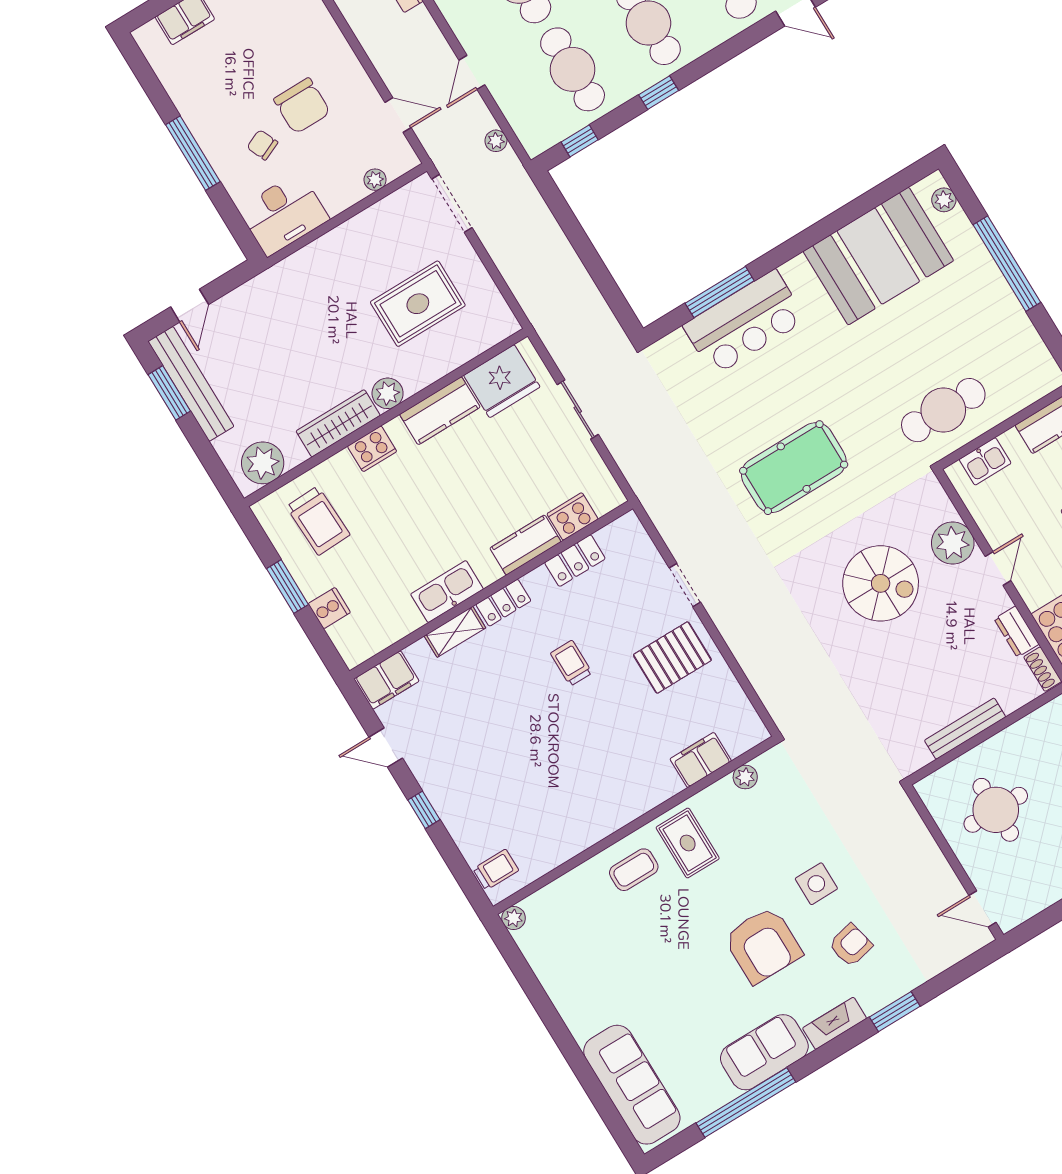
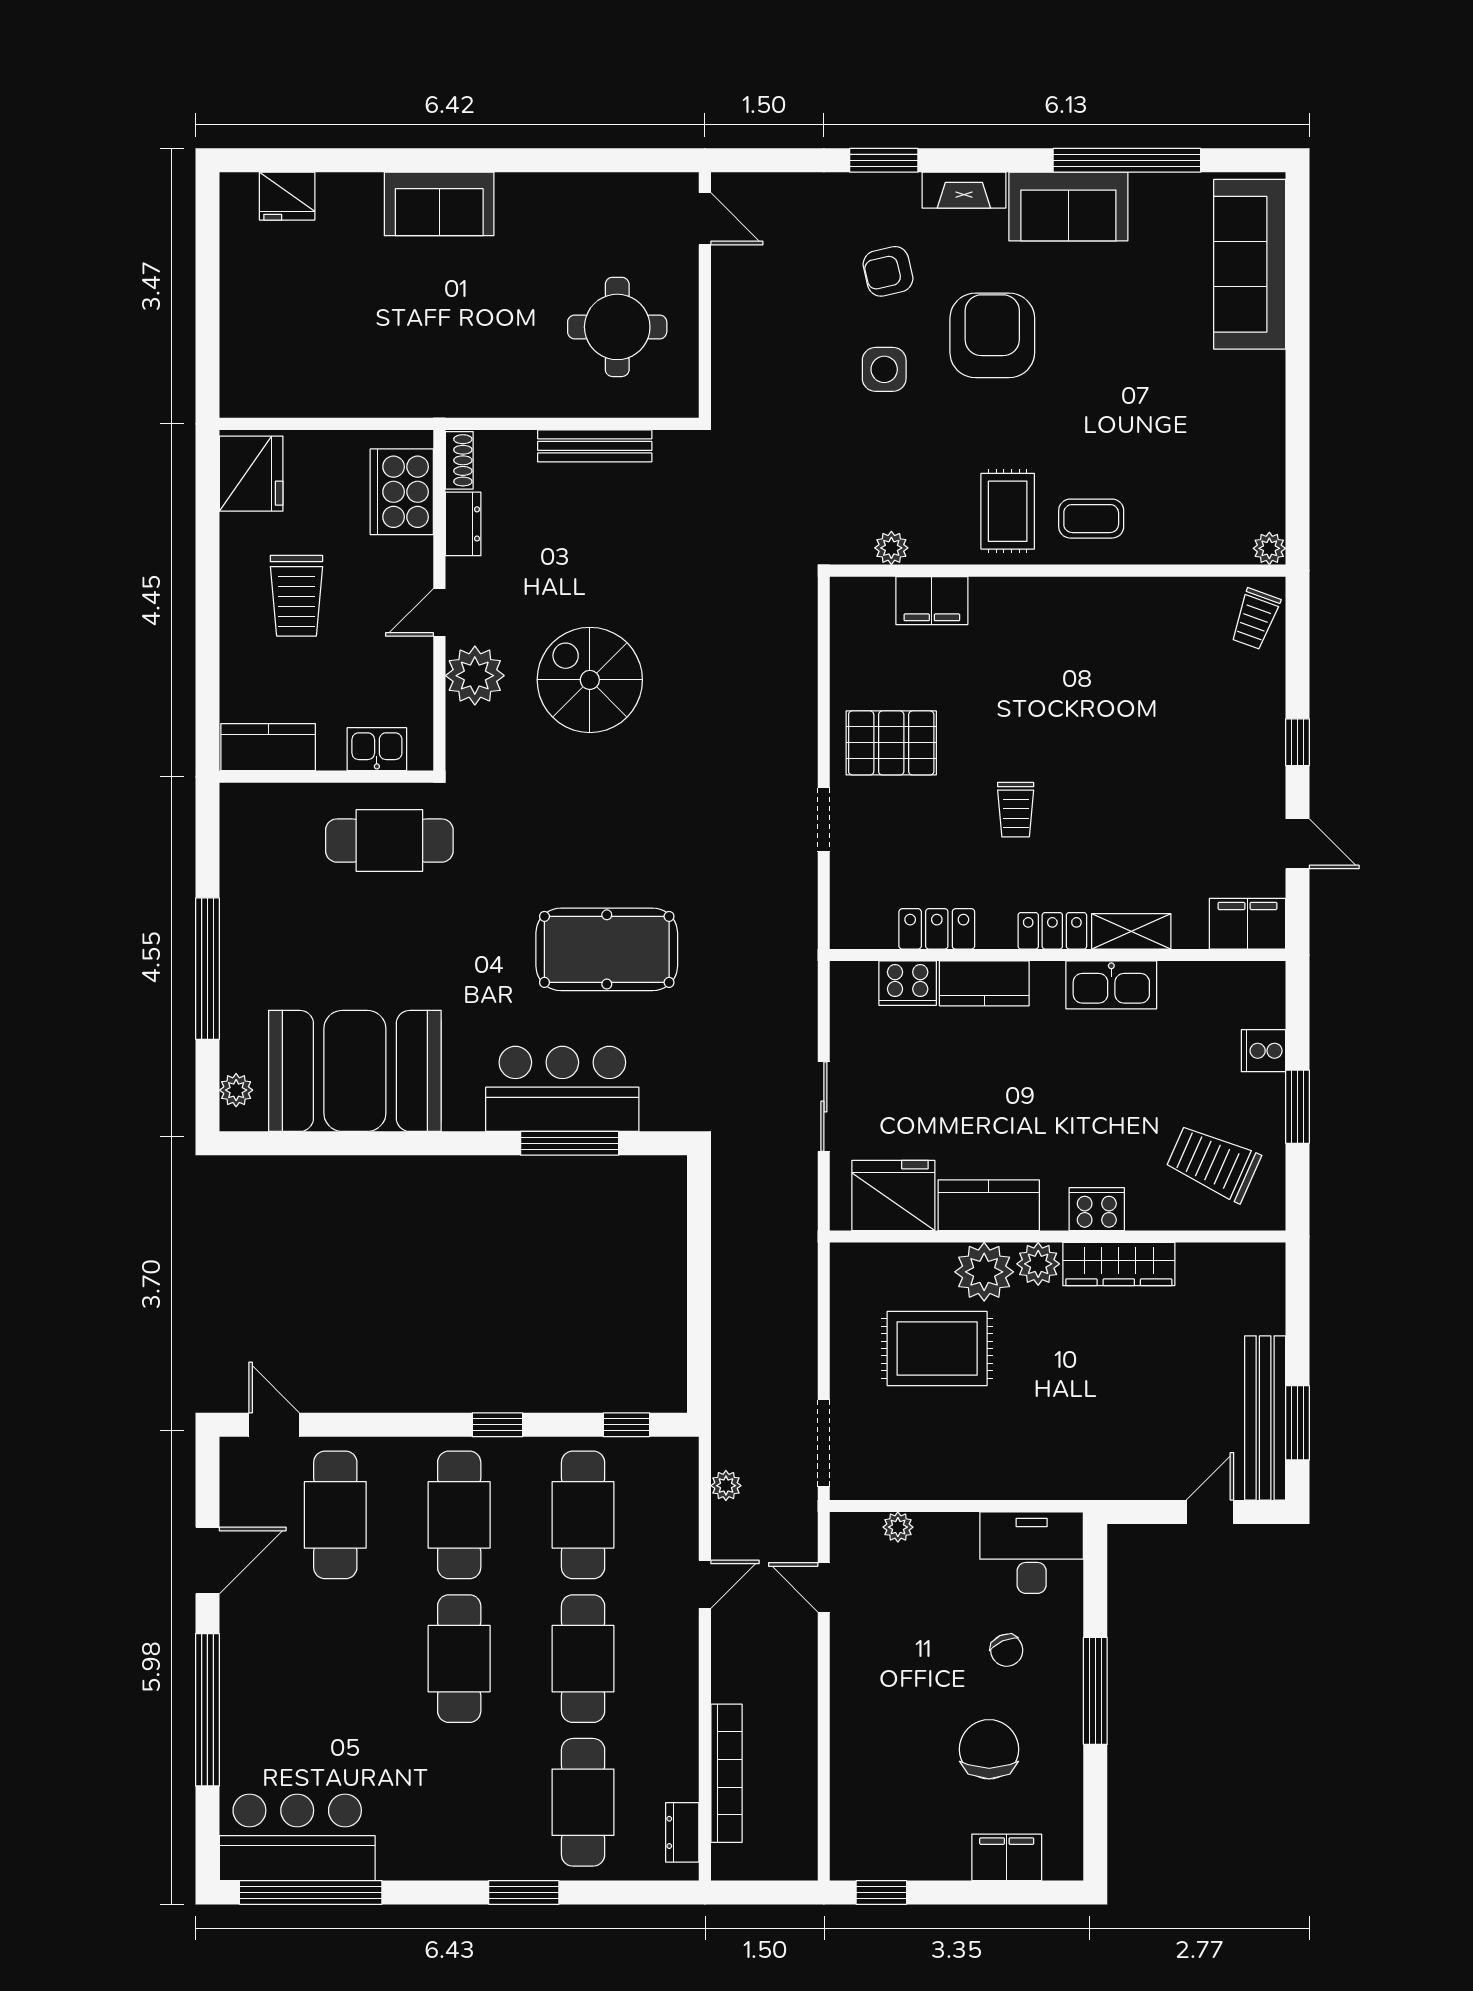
chair: (302, 106) -> (989, 1749), moved
plant: (263, 463) -> (984, 1272), moved
pool table: (794, 468) -> (607, 949), moved
trolley: (318, 521) -> (1213, 1163), turned -64
trolley: (496, 870) -> (1255, 619), turned -70

